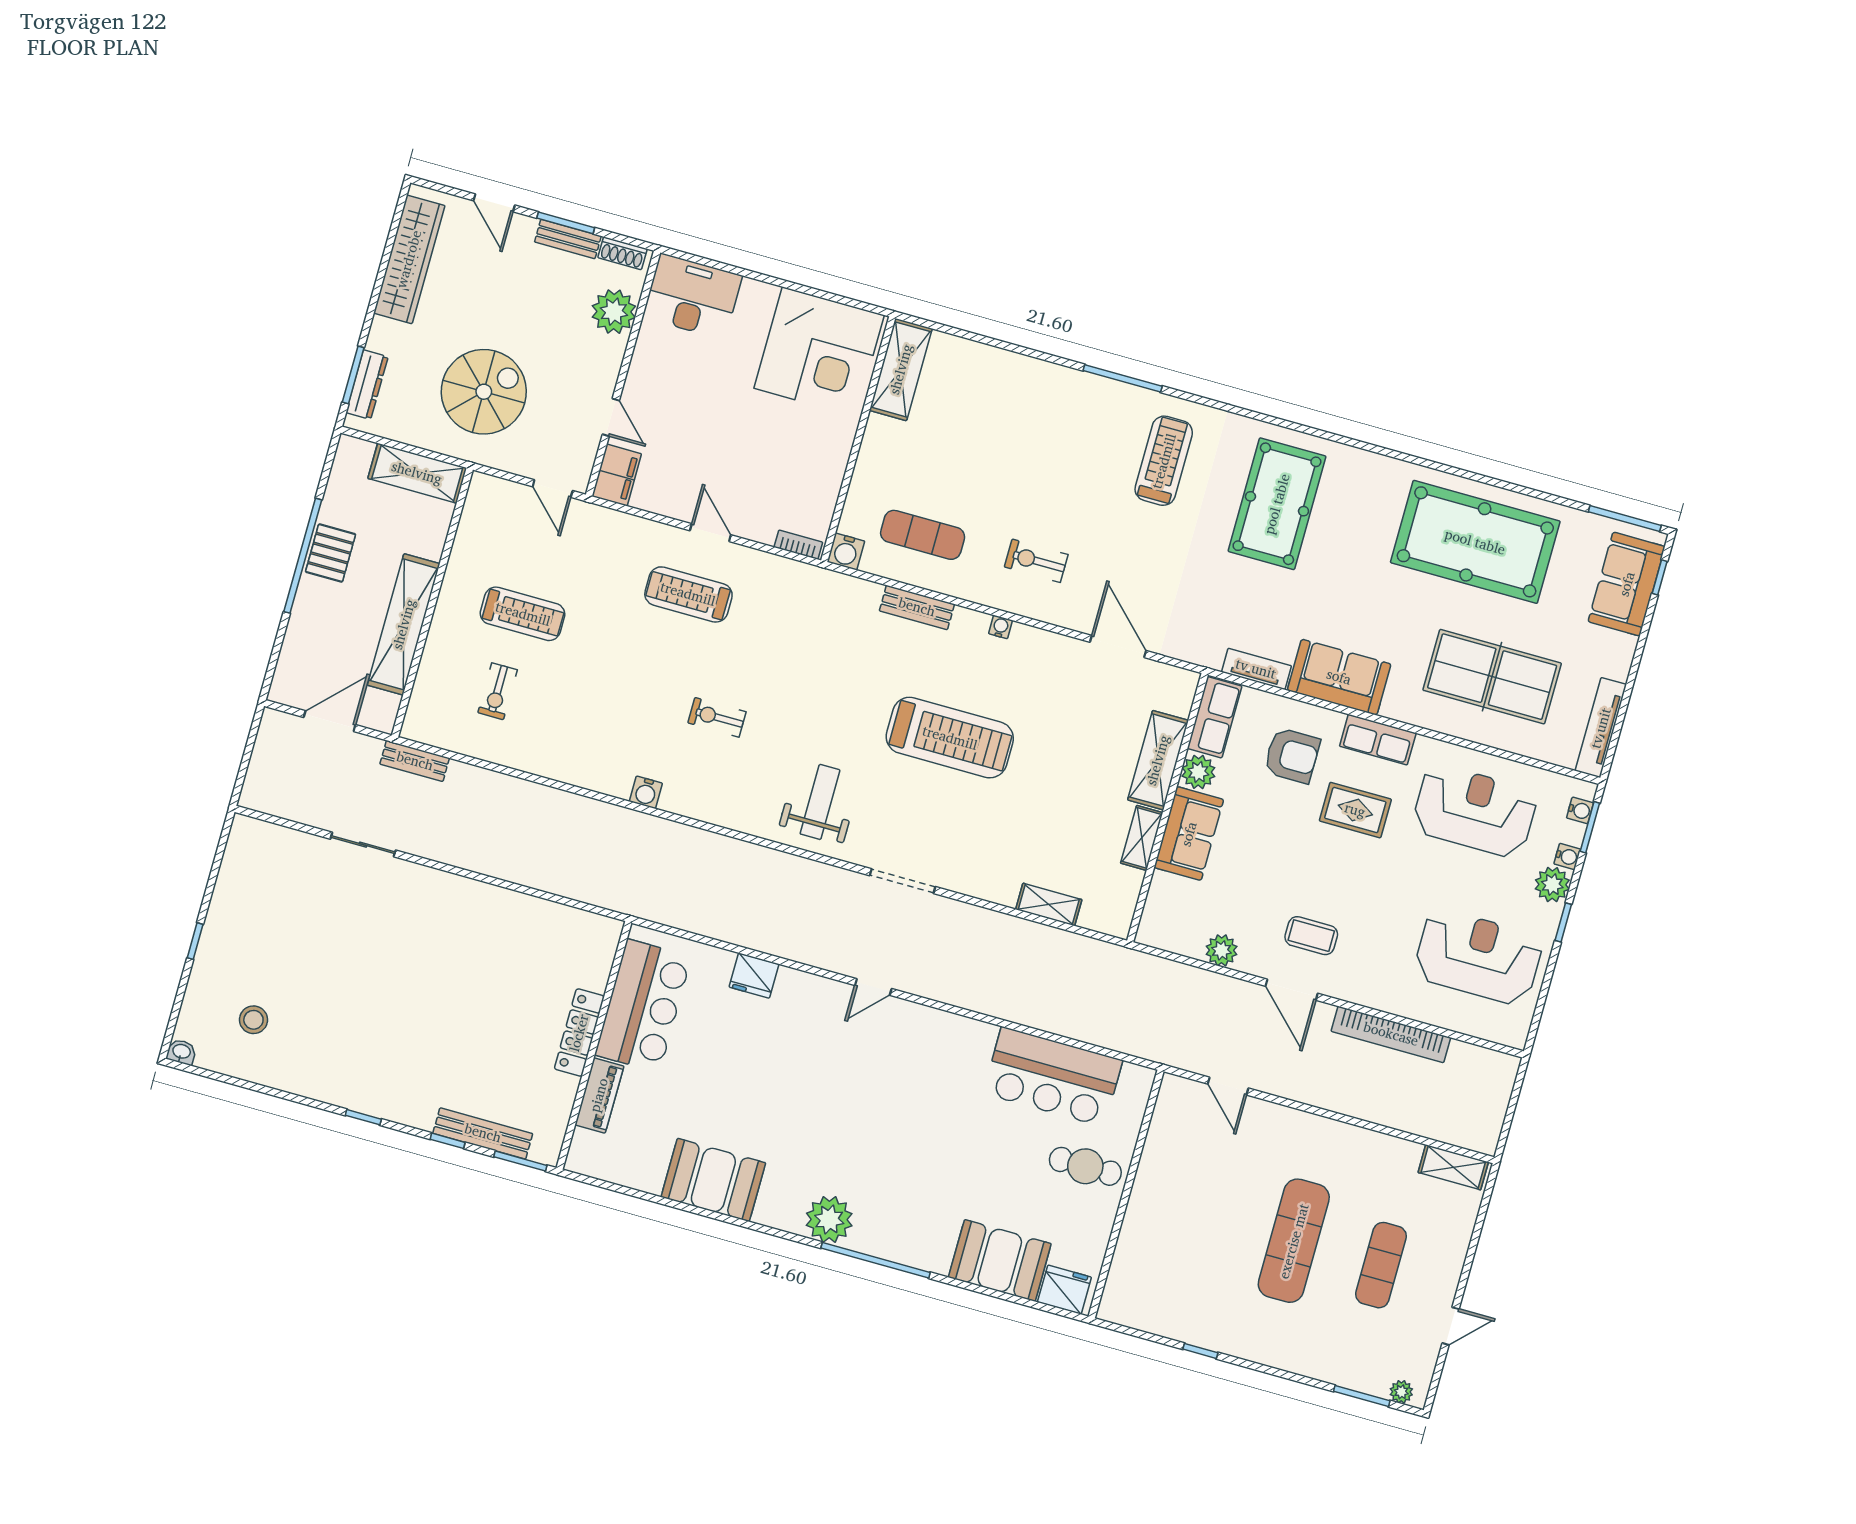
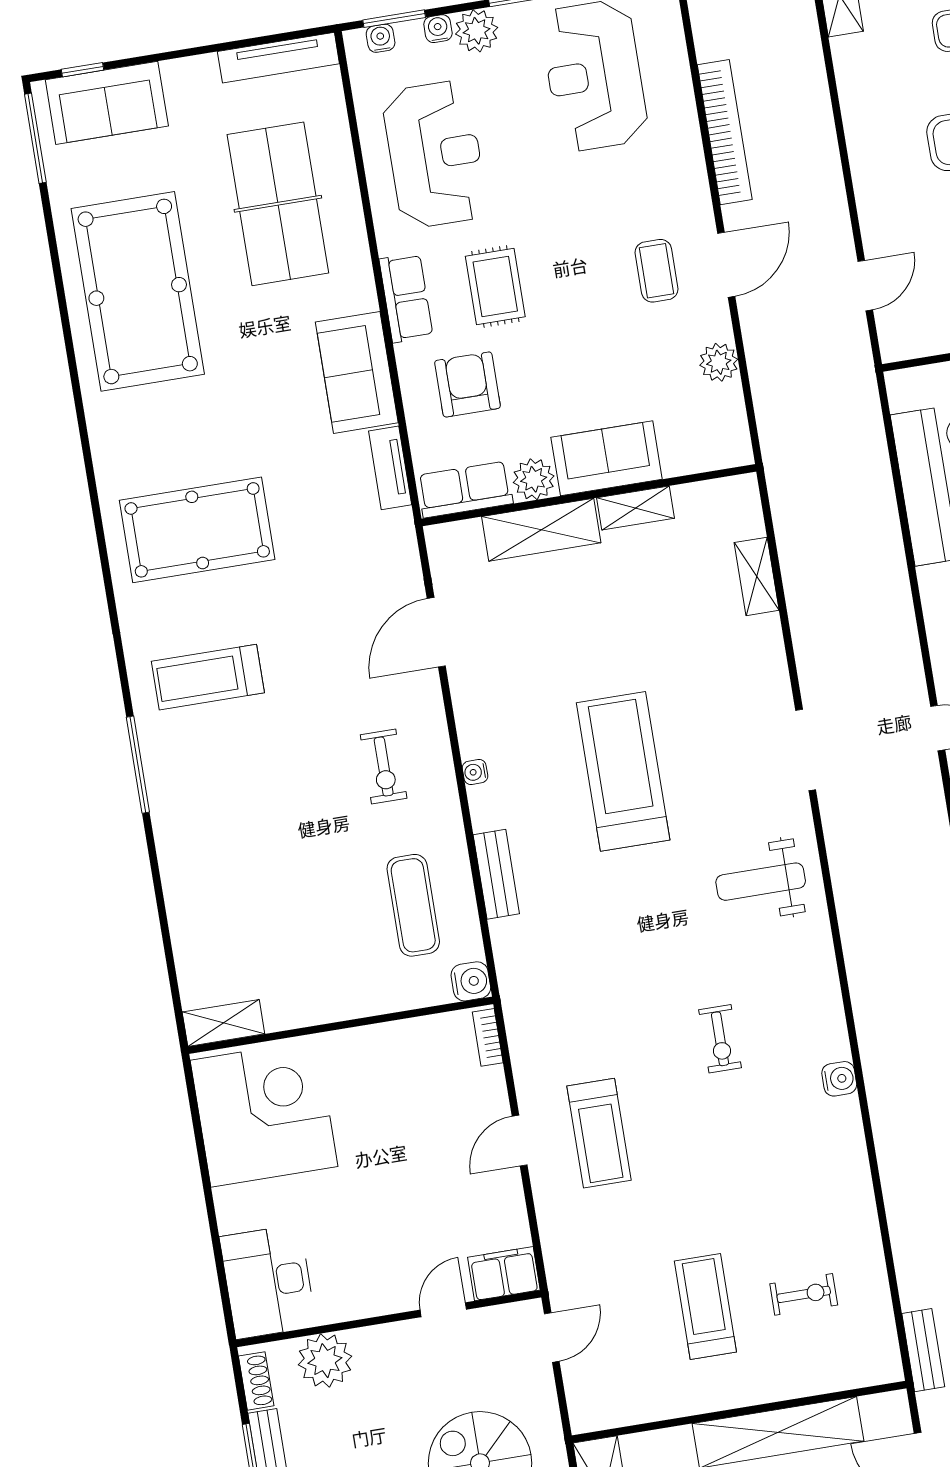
shelving: (901, 369) -> (223, 1023), width x0.67, depth x0.75
reception desk: (1475, 811) -> (435, 154), turned 180

